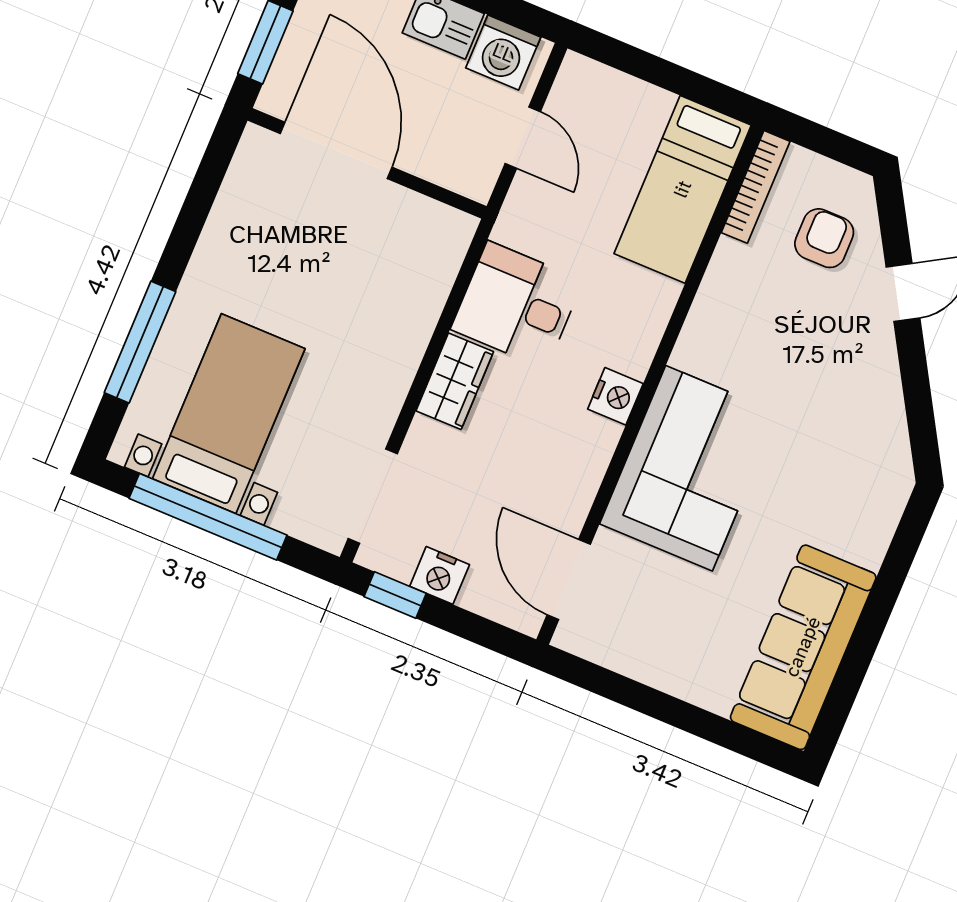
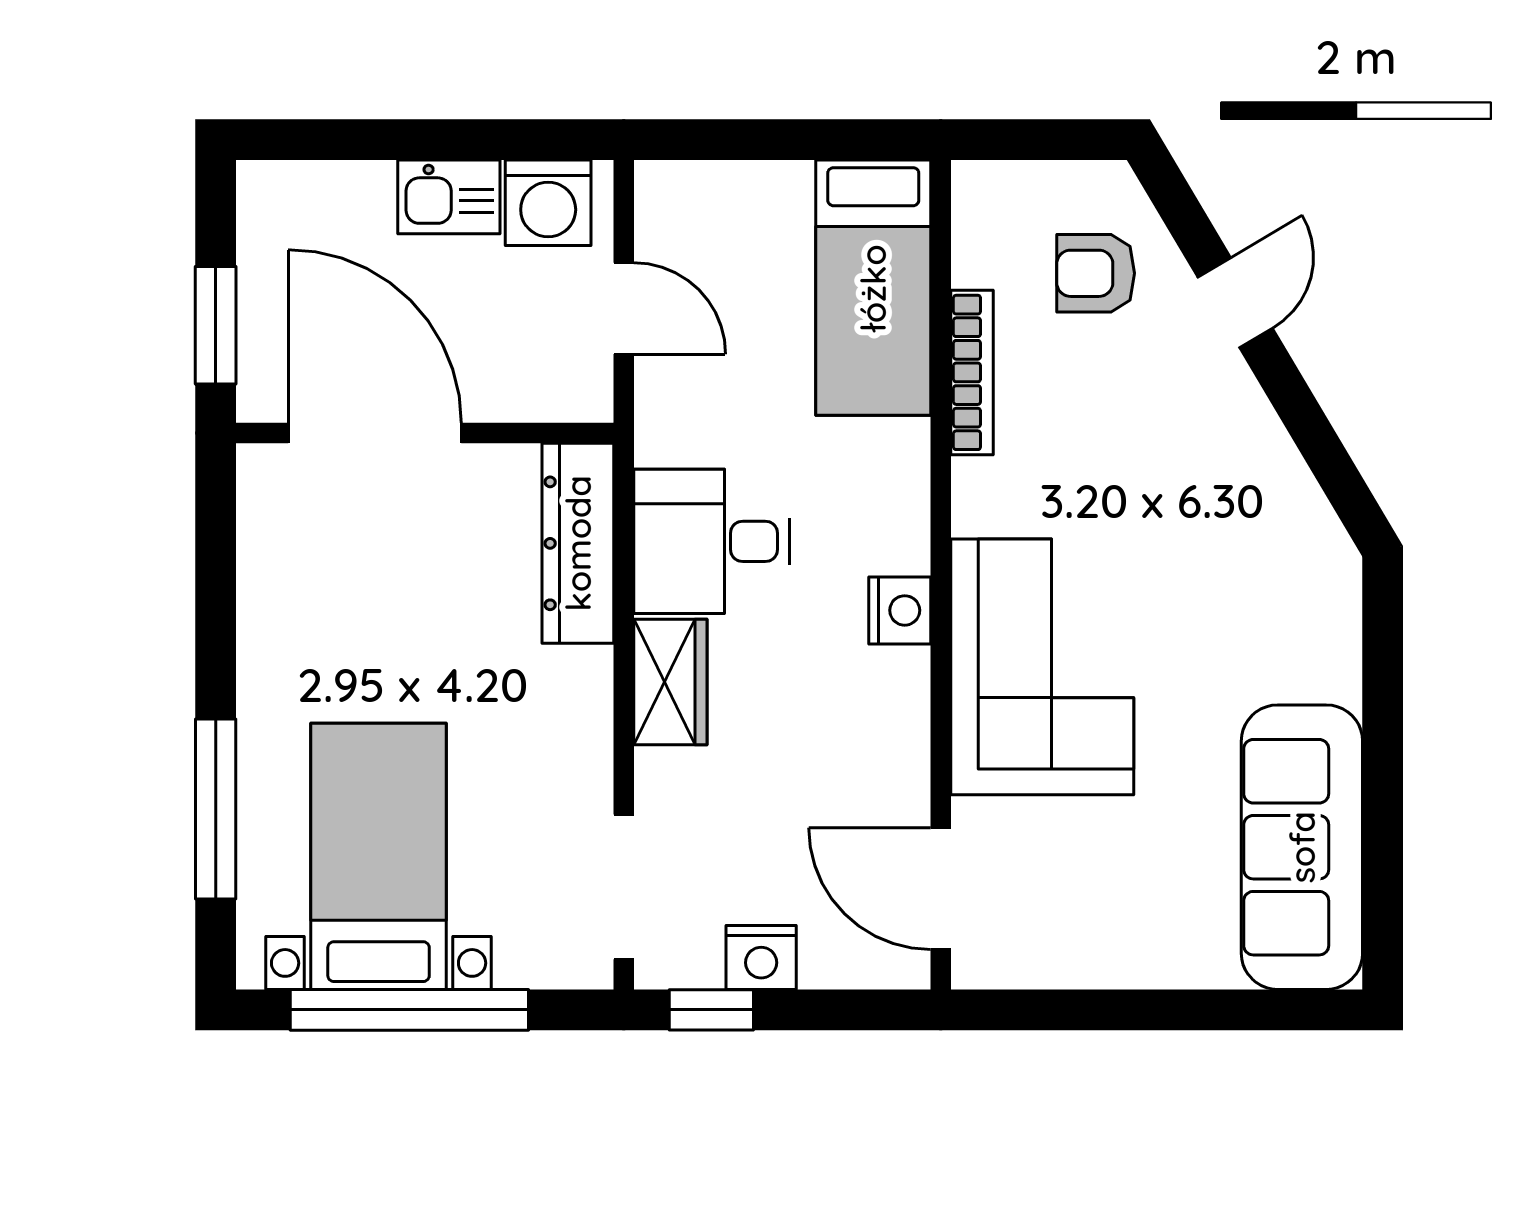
bookcase: (756, 187) -> (972, 372), moved
armchair: (824, 238) -> (1096, 273), turned -90
dresser: (433, 271) -> (578, 543), added

